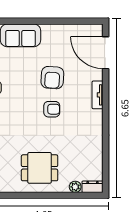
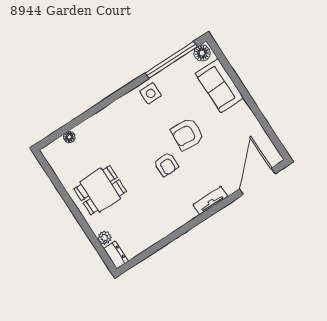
armchair: (52, 78) -> (187, 134), moved
dining table: (40, 168) -> (100, 190), turned 90

